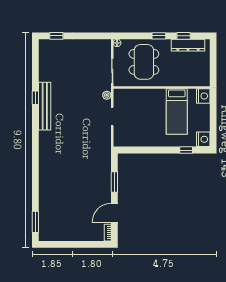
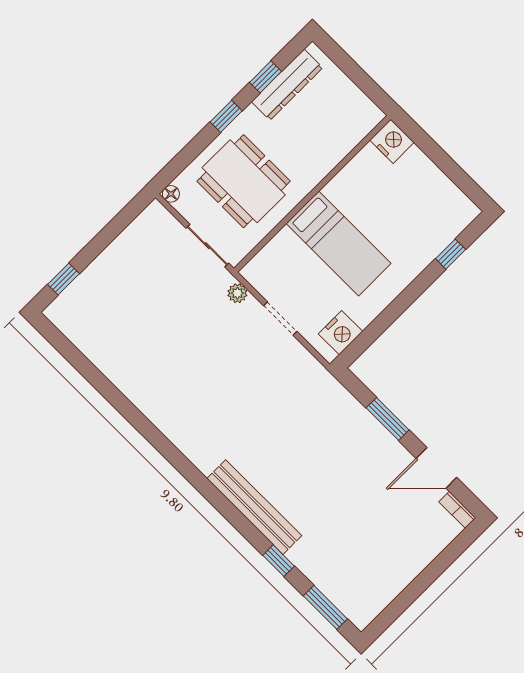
window: (35, 98) -> (279, 561), moved
bench: (45, 106) -> (254, 507), moved
bed: (177, 111) -> (339, 244), moved
nightstand: (203, 139) -> (341, 333), moved, turned 90
door: (114, 213) -> (436, 468), hinge flipped

